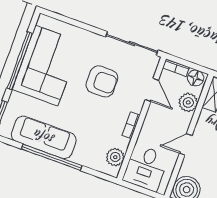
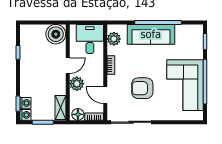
plant: (188, 102) -> (77, 84), moved
sofa: (44, 137) -> (151, 34), moved

